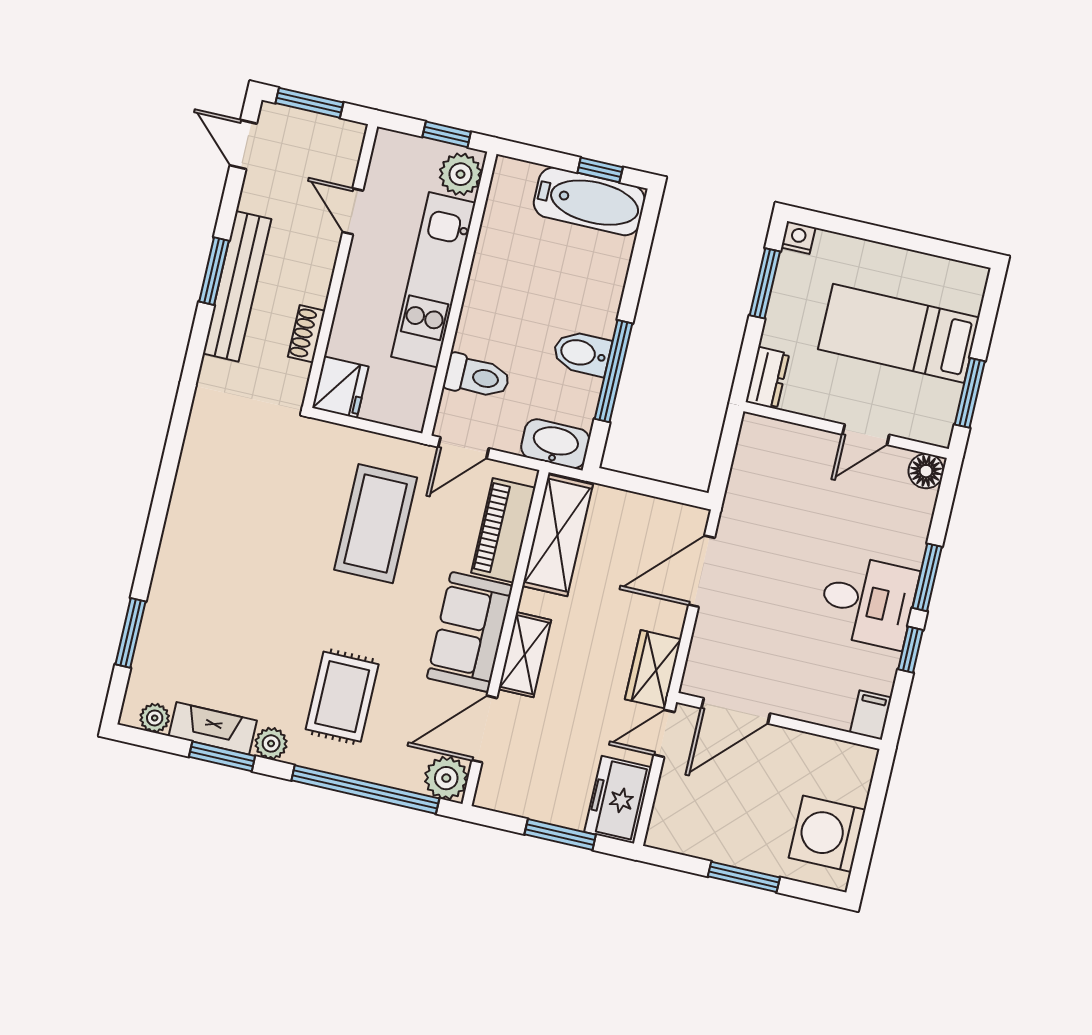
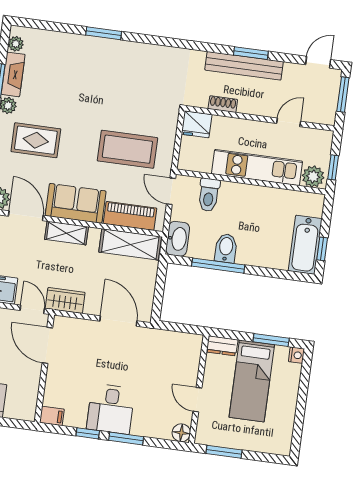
bed: (899, 333) -> (252, 381), moved, turned 180
window: (131, 633) -> (104, 33), moved

